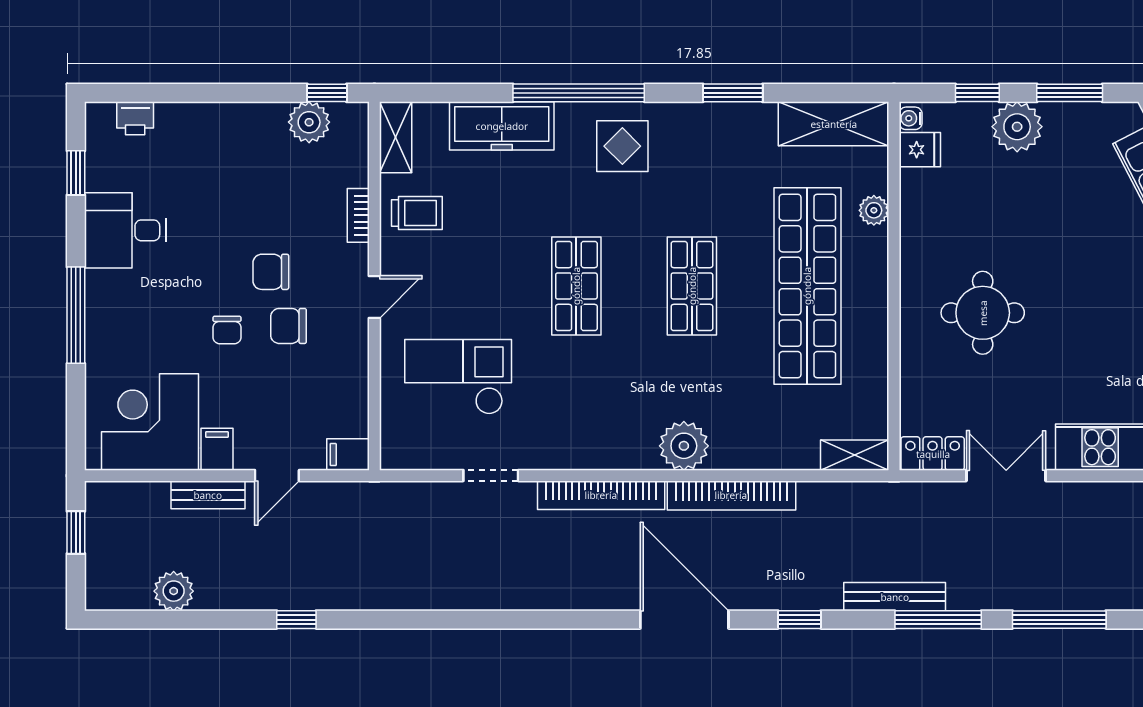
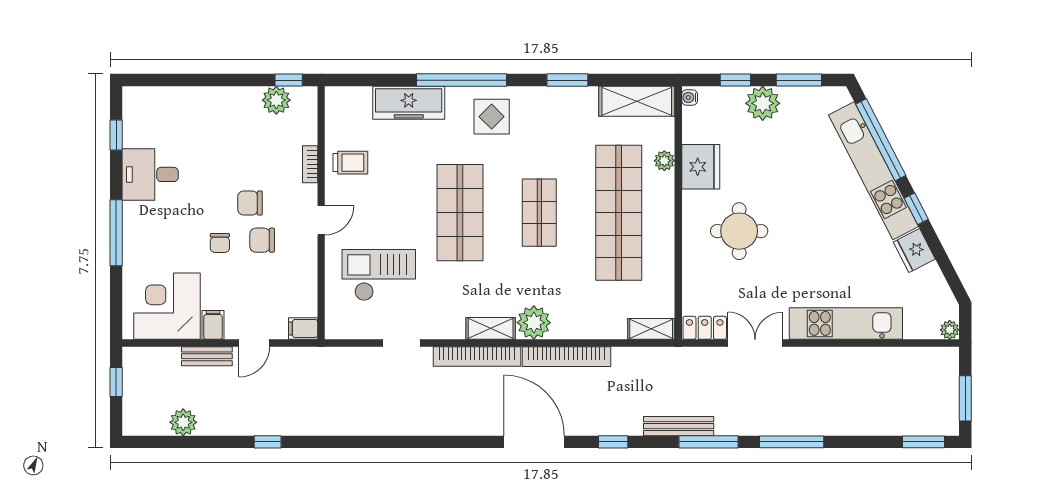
printer: (135, 118) -> (157, 97), removed
shelving: (396, 137) -> (491, 328), moved, turned 90
fridge: (920, 150) -> (701, 167), moved, width x1.88, depth x1.34
shop shelf: (576, 286) -> (460, 213), width x1.43, depth x1.36

